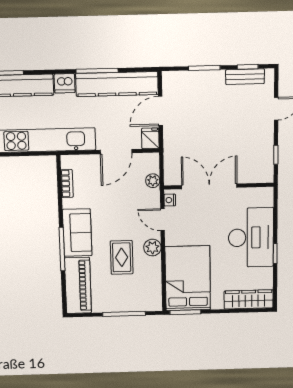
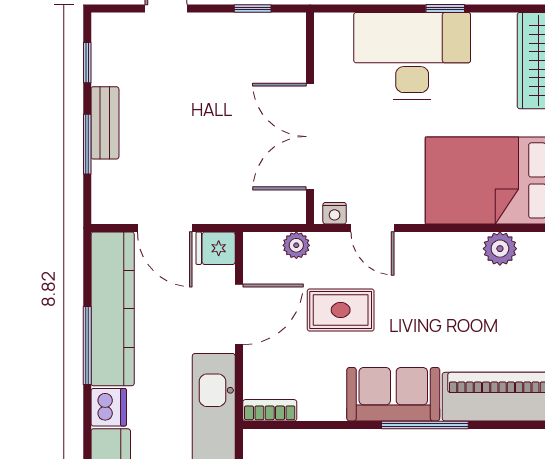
bench: (245, 77) -> (105, 123), moved
door: (116, 152) -> (239, 314), hinge flipped
bookcase: (67, 183) -> (270, 410), moved
door: (162, 220) -> (372, 228), hinge flipped
plant: (152, 248) -> (500, 249), moved
rug: (122, 257) -> (341, 310), moved

